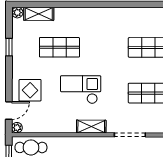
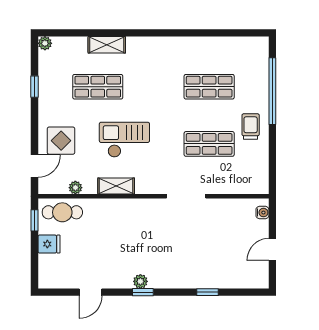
shelving: (39, 14) -> (107, 45), moved
shelving: (91, 127) -> (116, 186), moved
plant: (17, 128) -> (75, 188), moved

